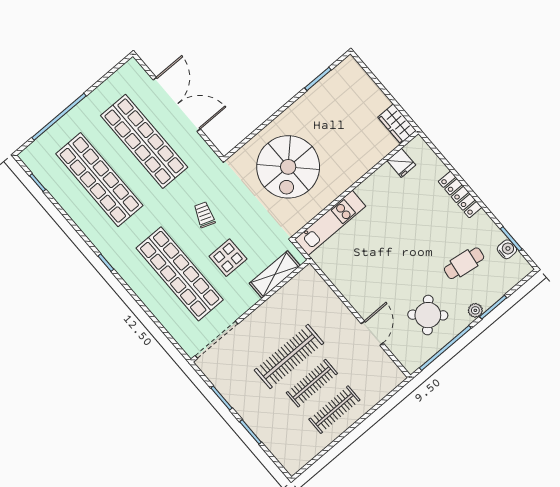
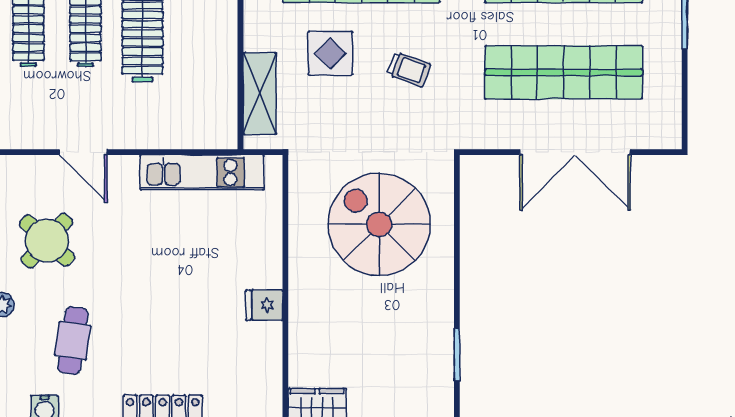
fridge: (401, 163) -> (264, 305), moved
kitchen unit: (330, 223) -> (202, 172), moved, turned -90

